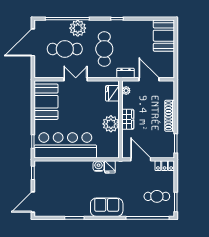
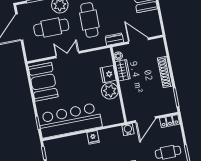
fridge: (112, 93) -> (108, 74), moved
wardrobe: (128, 119) -> (123, 70), moved
door: (141, 159) -> (145, 120), swing flipped
water cooler: (99, 166) -> (128, 130), moved
fridge: (110, 167) -> (93, 137), moved

